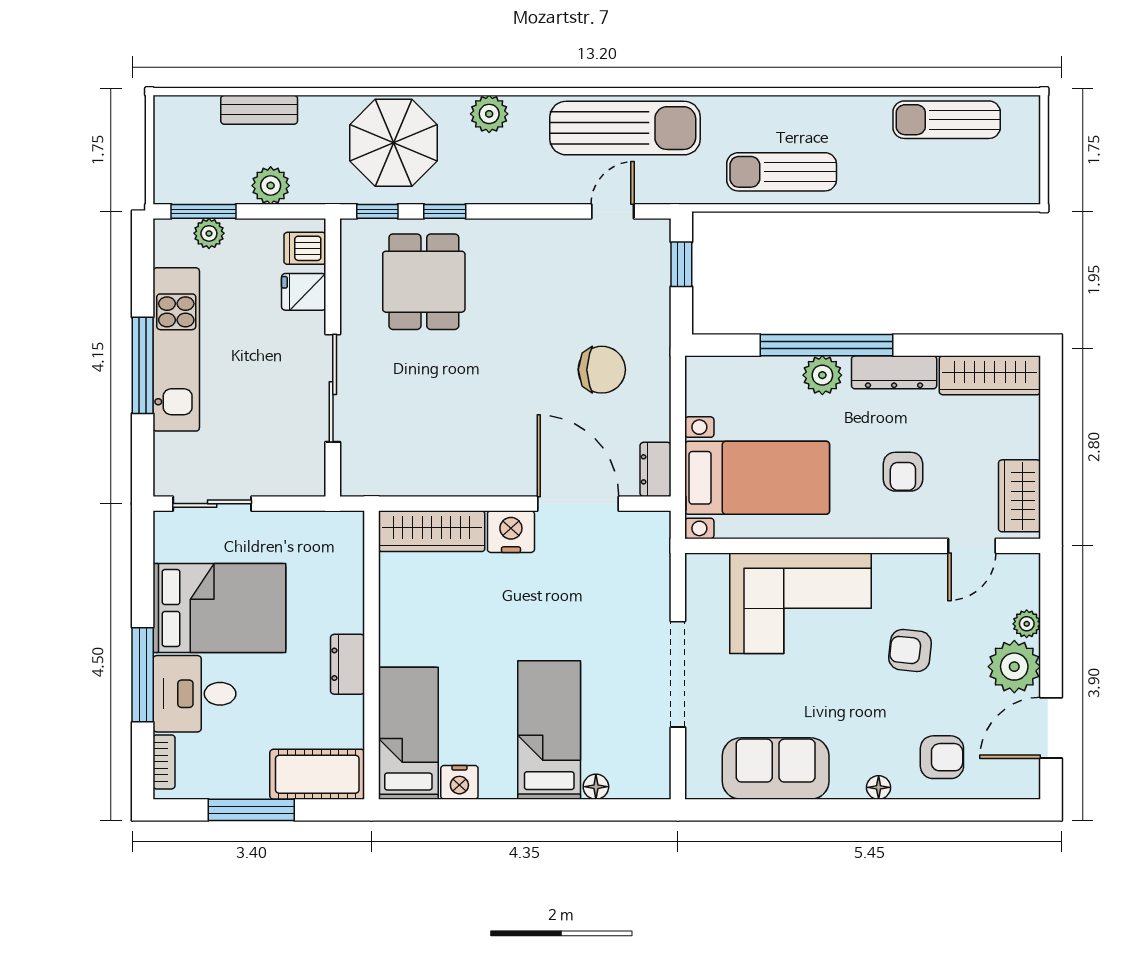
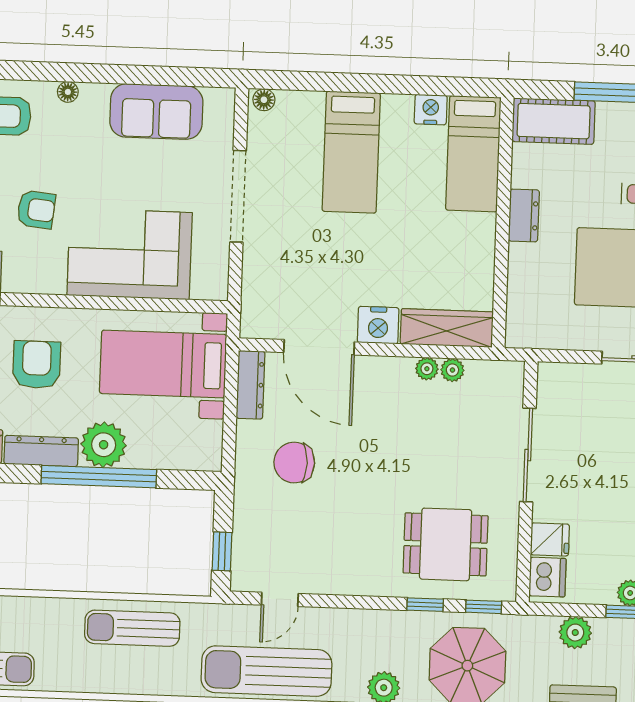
sun lounger: (782, 172) -> (132, 628), turned 180
dishwasher: (305, 248) -> (548, 577), width x1.38
dining table: (424, 282) -> (446, 544), turned 90
plant: (822, 375) -> (104, 445), width x1.36, depth x1.36
dresser: (655, 469) -> (251, 385), width x1.44
armchair: (903, 472) -> (37, 365), width x1.38, depth x1.38
plant: (423, 483) -> (452, 370), added
plant: (453, 483) -> (427, 369), added
floor lamp: (596, 787) -> (264, 100), moved

